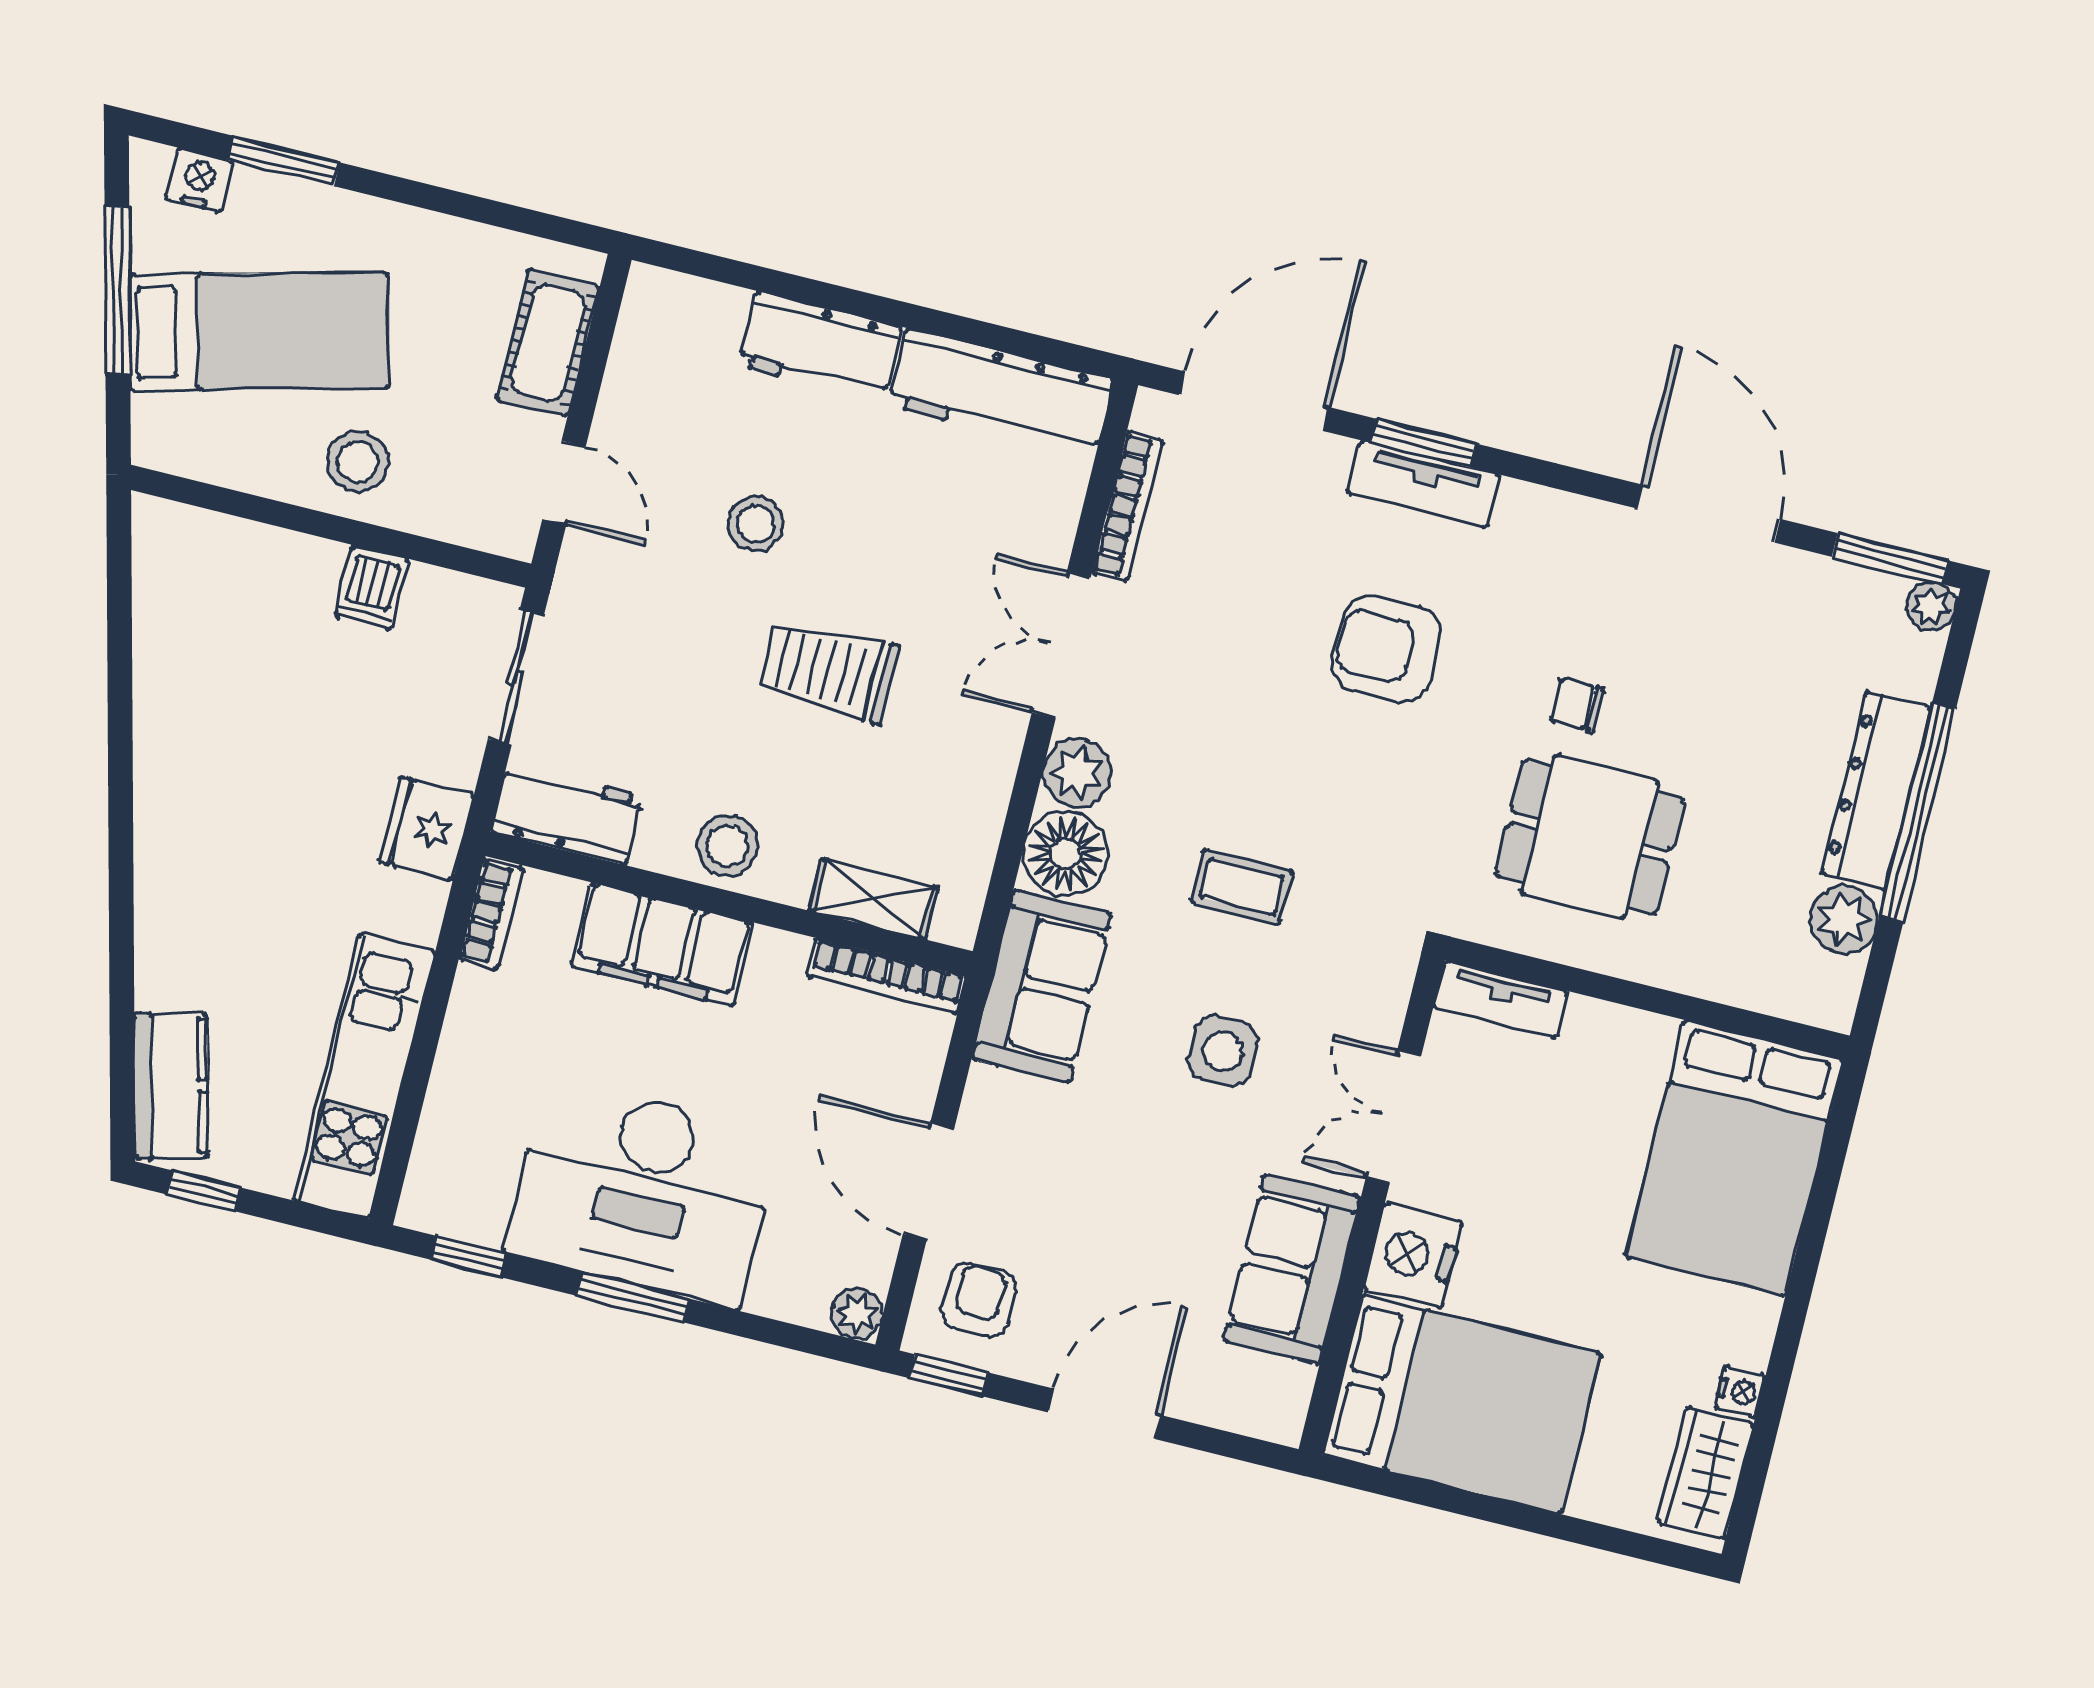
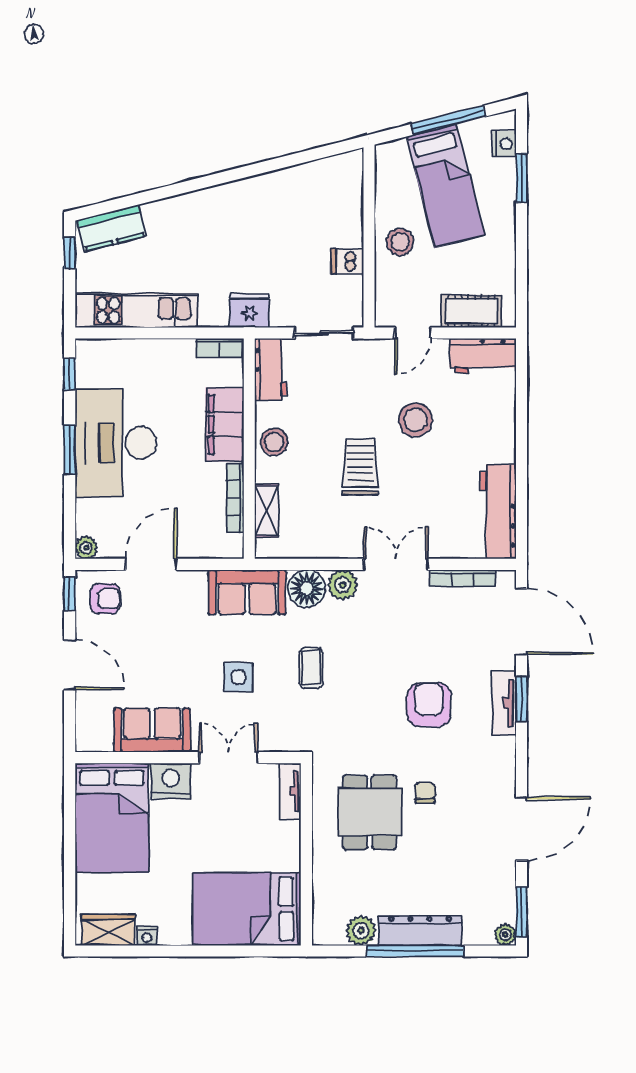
workbench: (820, 346) -> (483, 356), moved, turned -90
stool: (756, 524) -> (416, 420), width x1.38, depth x1.38
bookcase: (887, 976) -> (235, 498), moved

